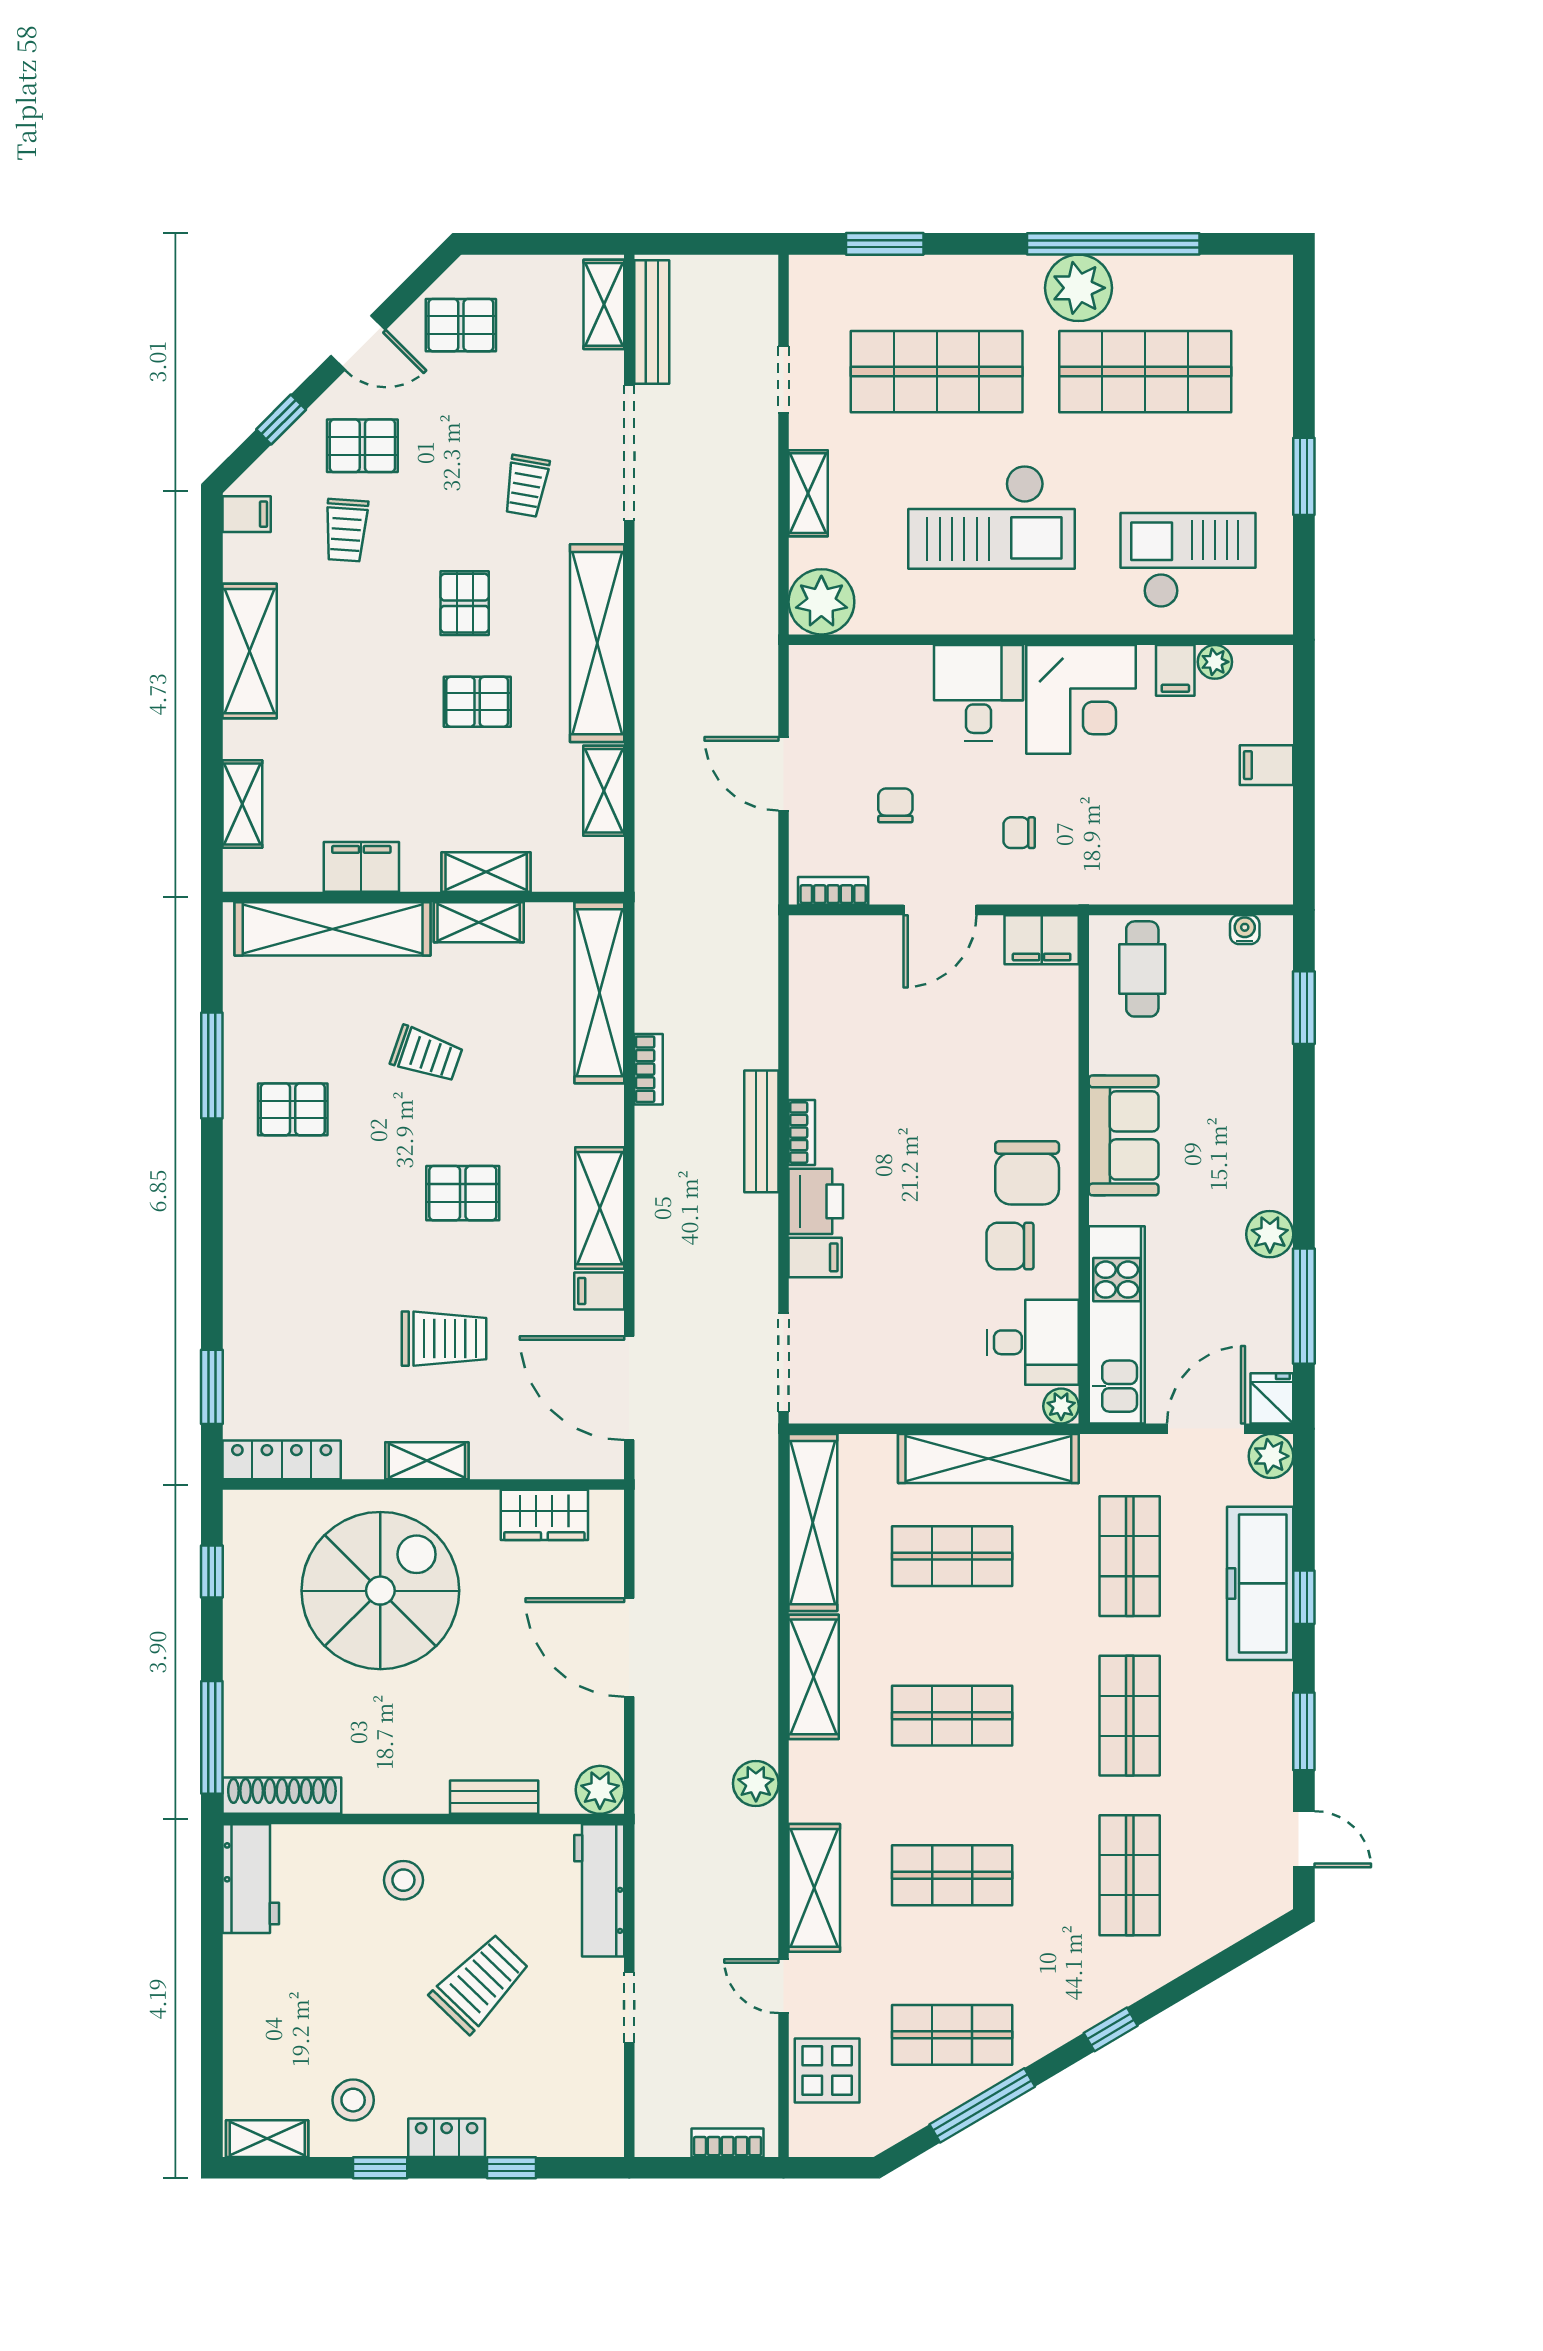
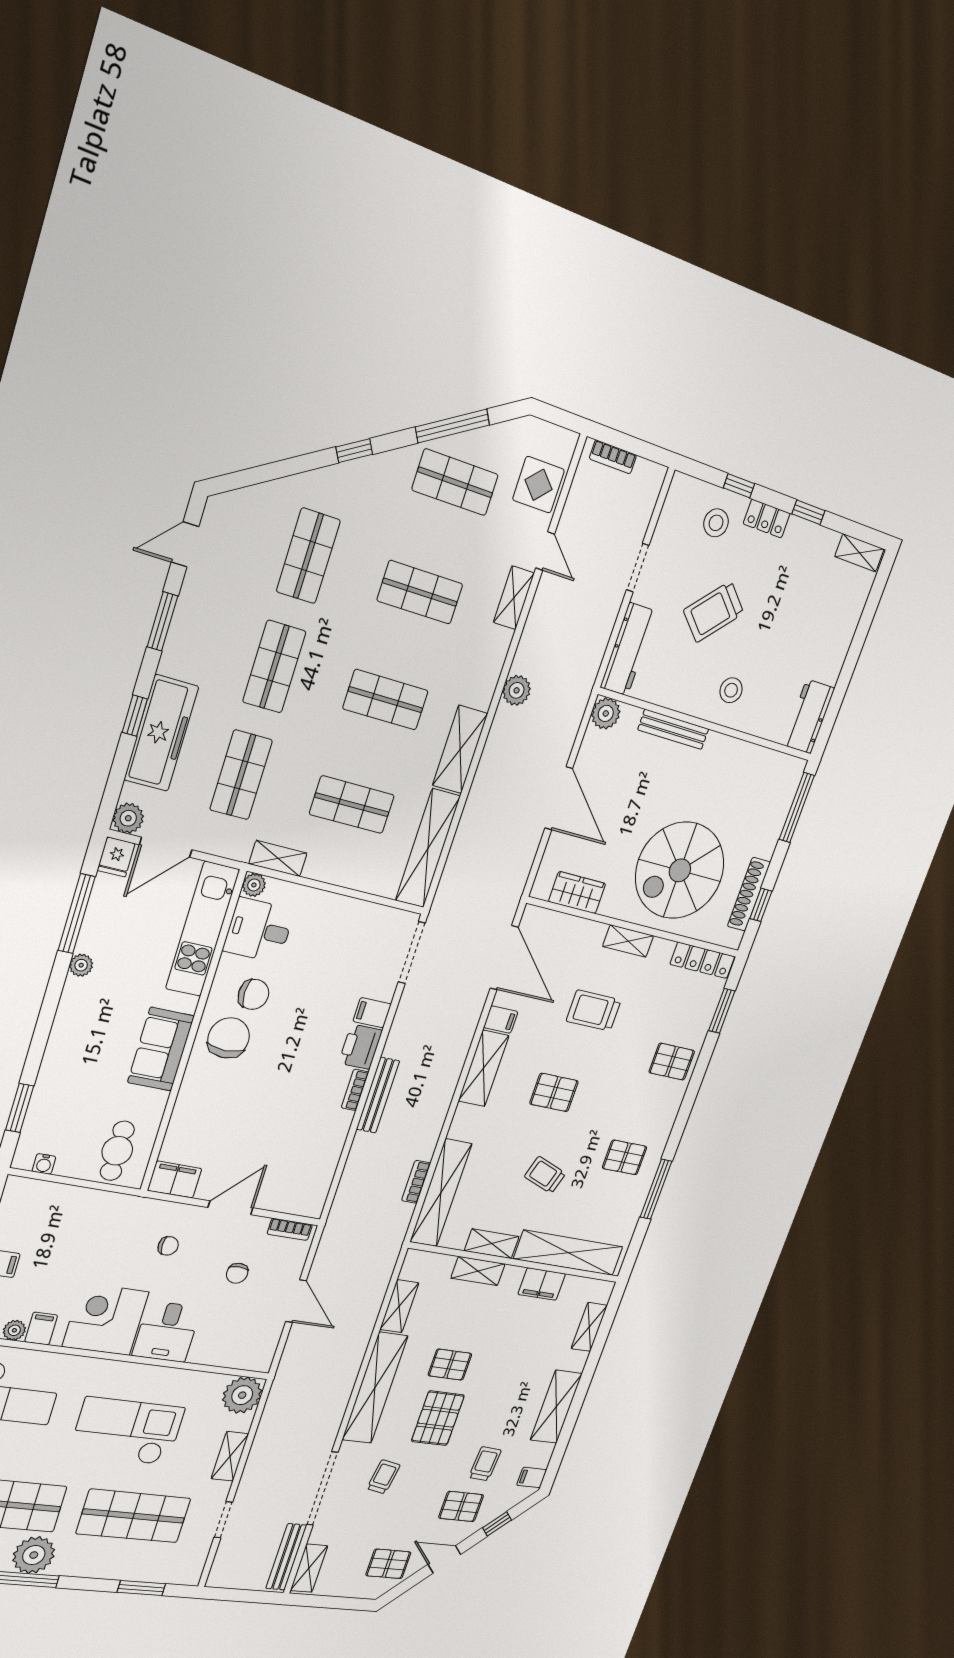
pallet: (465, 603) -> (438, 1418), width x1.50, depth x1.42
bookcase: (649, 1069) -> (416, 1182), moved
plant: (1270, 1234) -> (81, 965), width x0.73, depth x0.73
pallet: (270, 1285) -> (672, 1062), added
shelving: (988, 1459) -> (278, 858), width x0.45, depth x0.75
shoe rack: (282, 1796) -> (749, 894), moved, turned 90
bench: (494, 1797) -> (673, 729), width x1.36
door: (1304, 1839) -> (185, 544), hinge flipped
shelving: (814, 1888) -> (514, 598), width x0.67, depth x0.75
stool: (353, 2100) -> (716, 523), moved

